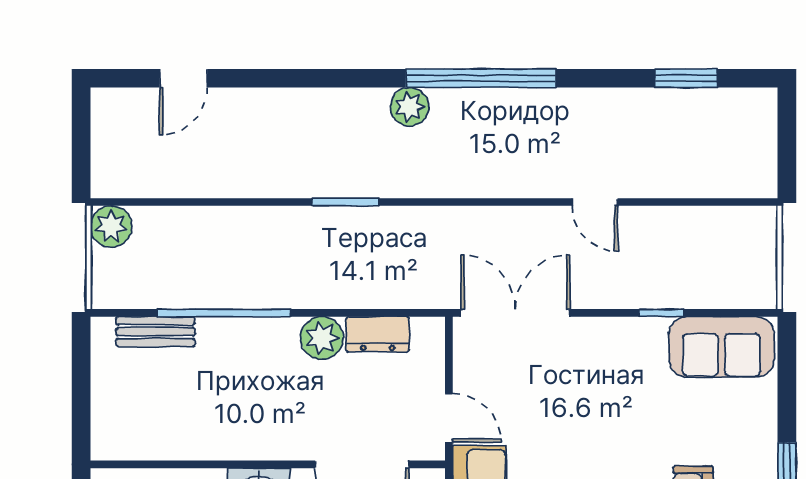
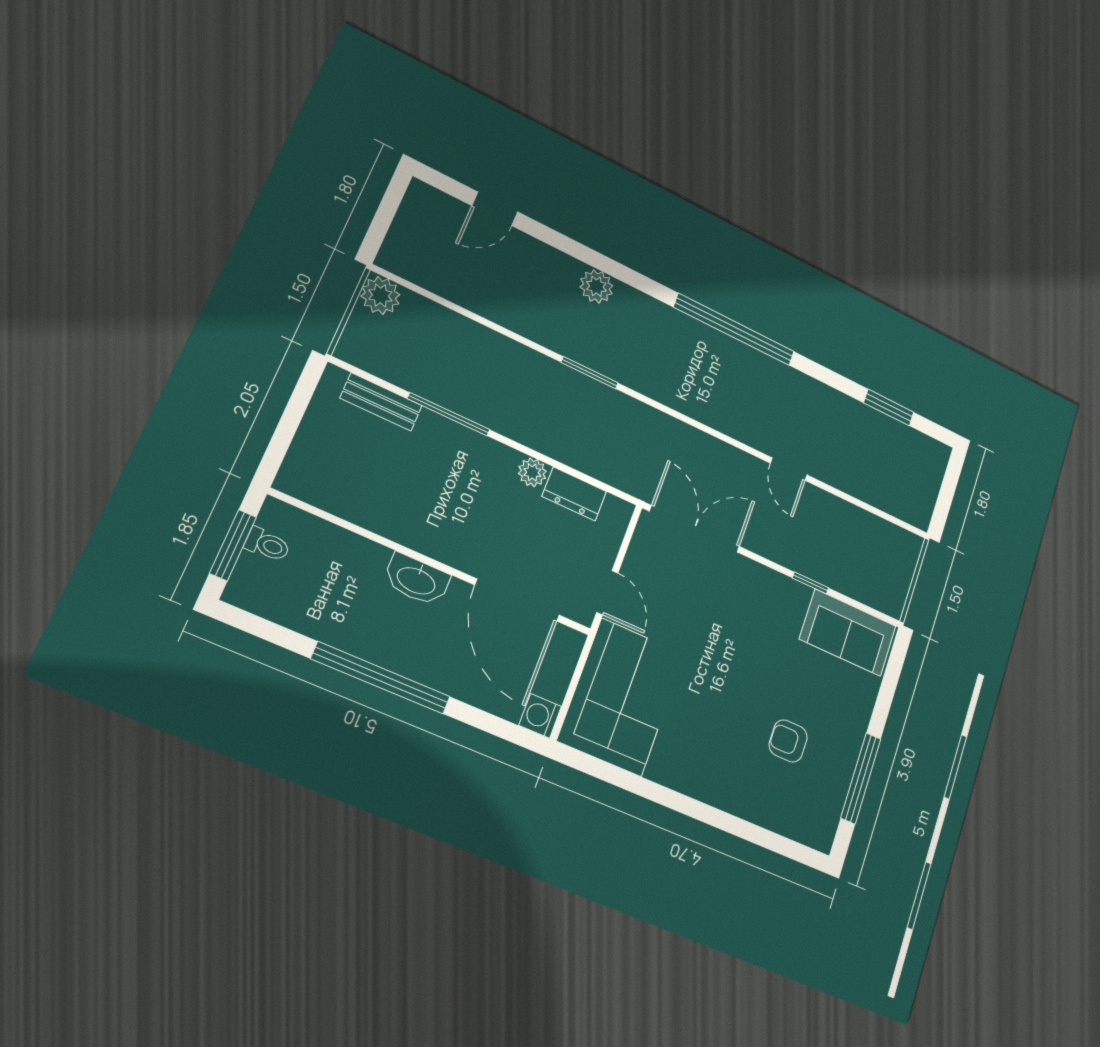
plant: (410, 107) -> (596, 286), moved
window: (224, 313) -> (449, 414), width x0.68
plant: (322, 338) -> (532, 472), width x0.73, depth x0.73

